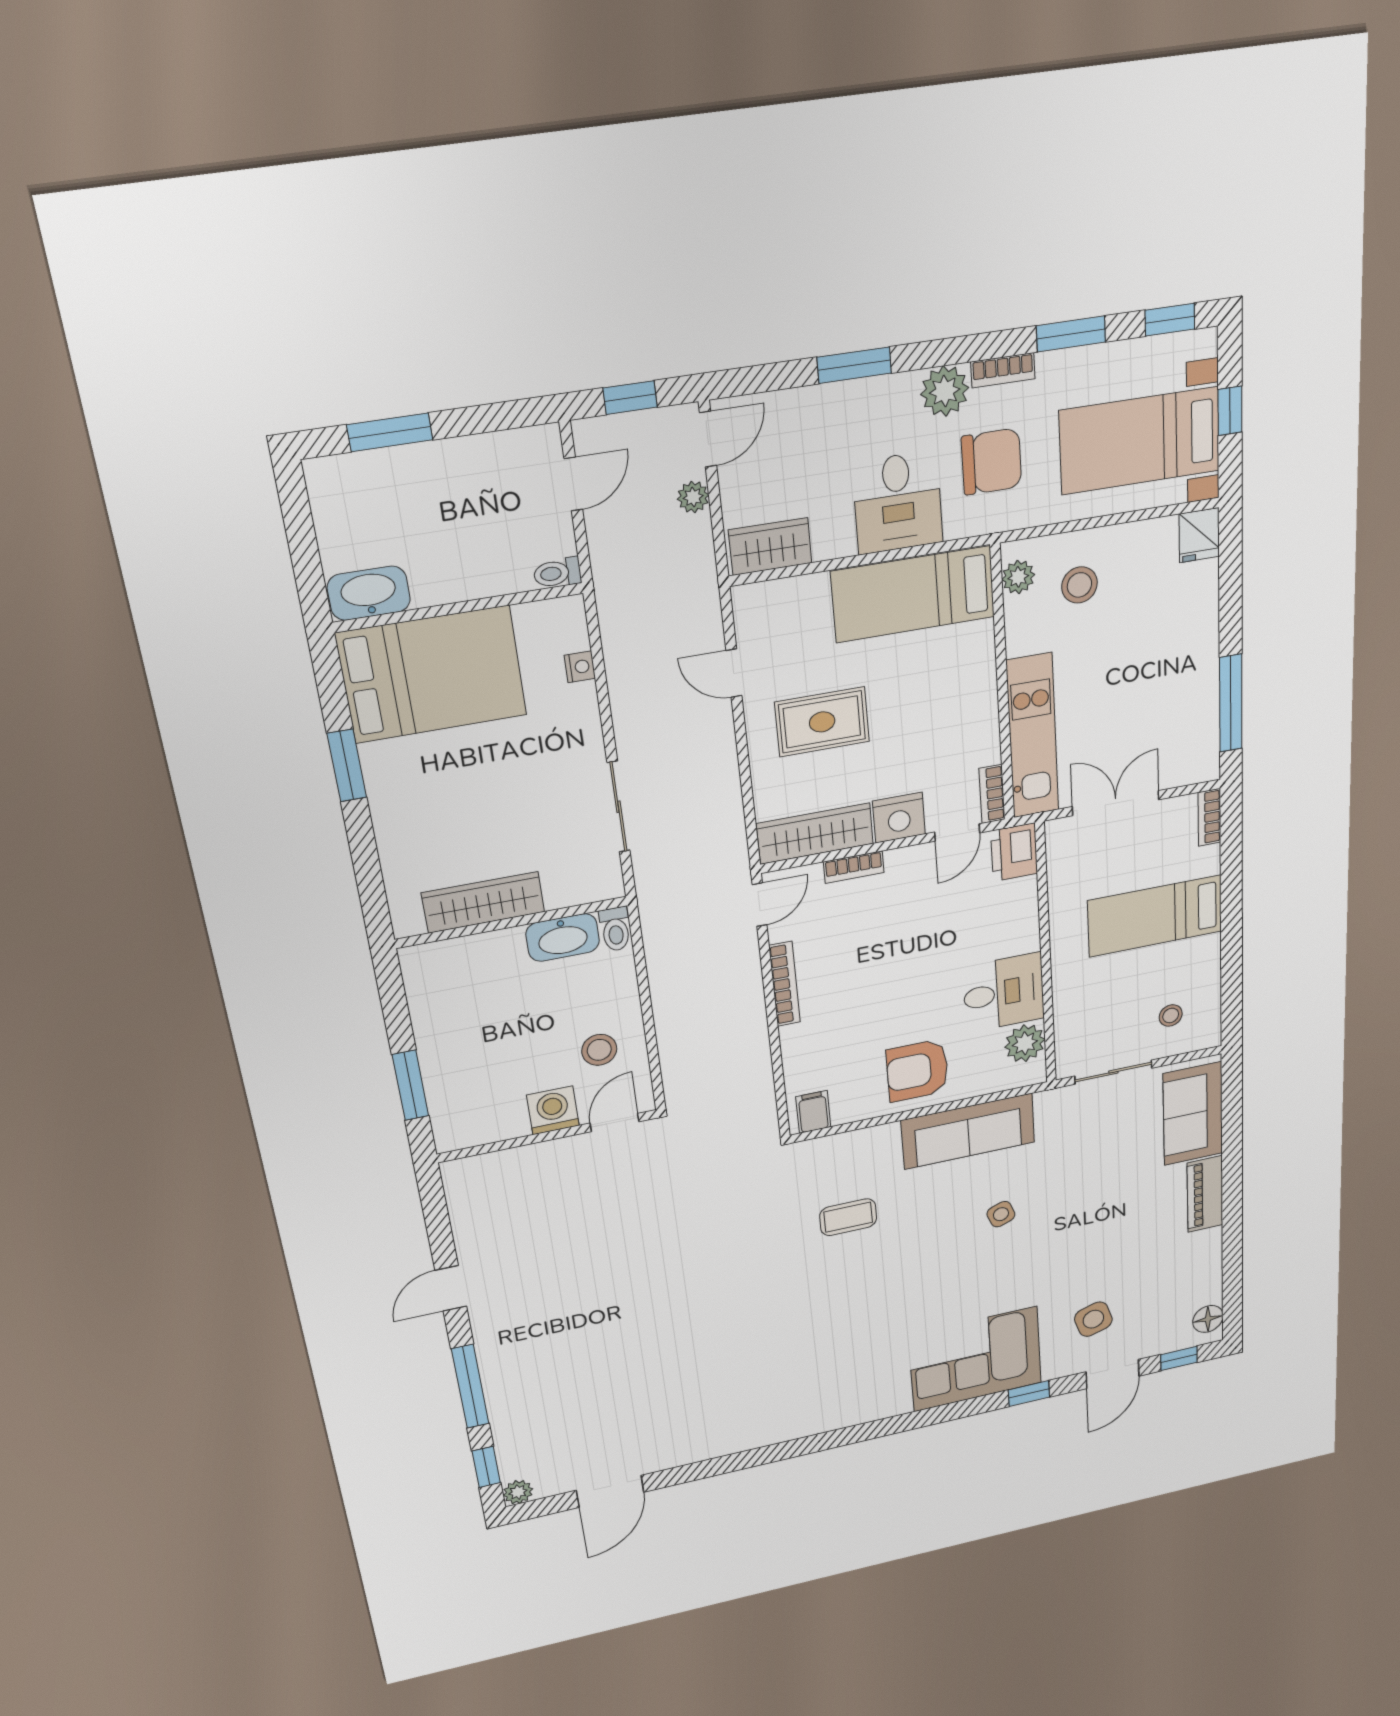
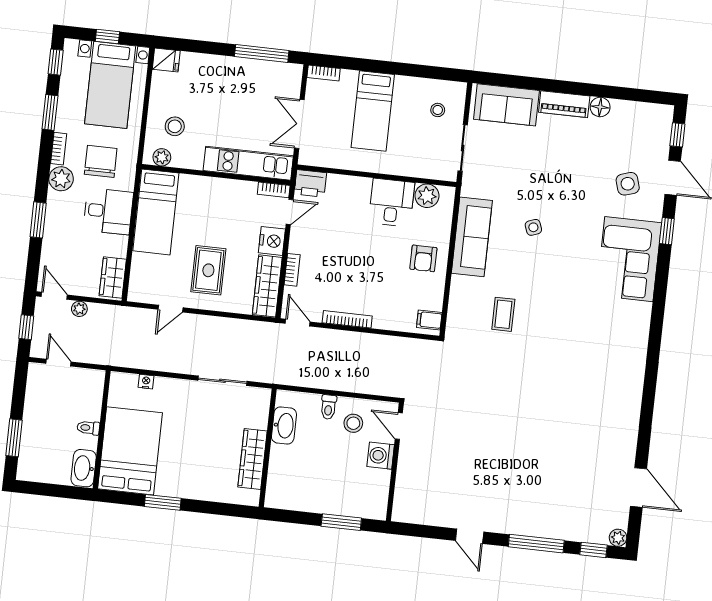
toilet: (557, 573) -> (88, 428), moved, turned 90
door: (957, 832) -> (290, 212), hinge flipped
toilet: (615, 929) -> (328, 407), moved, turned 90
armchair: (917, 1070) -> (423, 258), width x0.72, depth x0.72
floor lamp: (1208, 1319) -> (600, 107), moved

